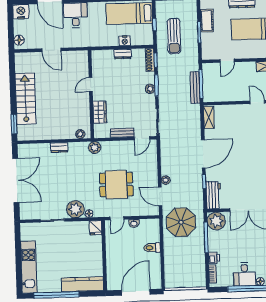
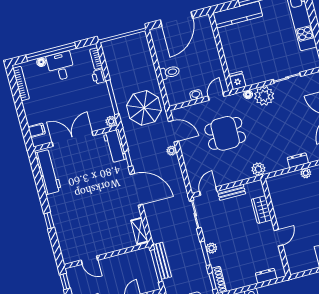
dresser: (123, 54) -> (266, 276), moved
plant: (80, 134) -> (306, 173), moved
door: (203, 154) -> (136, 189), swing flipped
plant: (216, 221) -> (111, 121), width x0.53, depth x0.53

